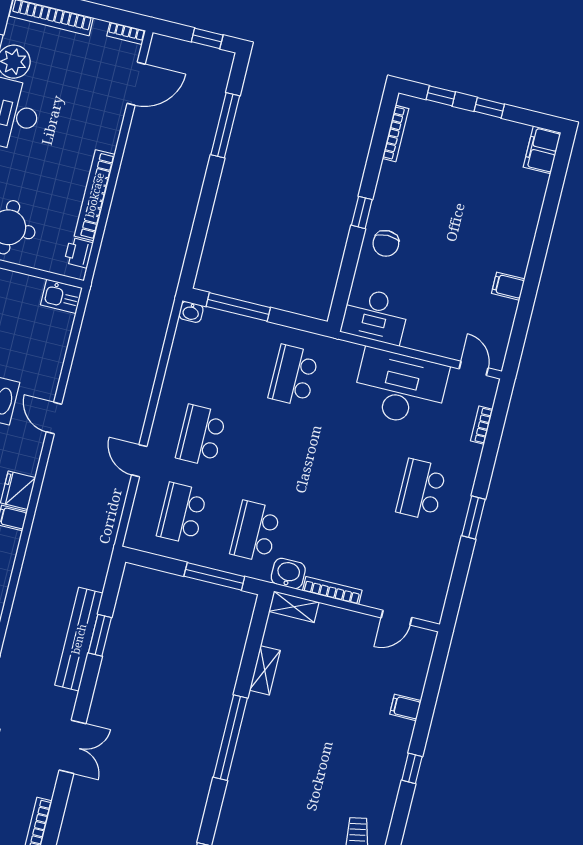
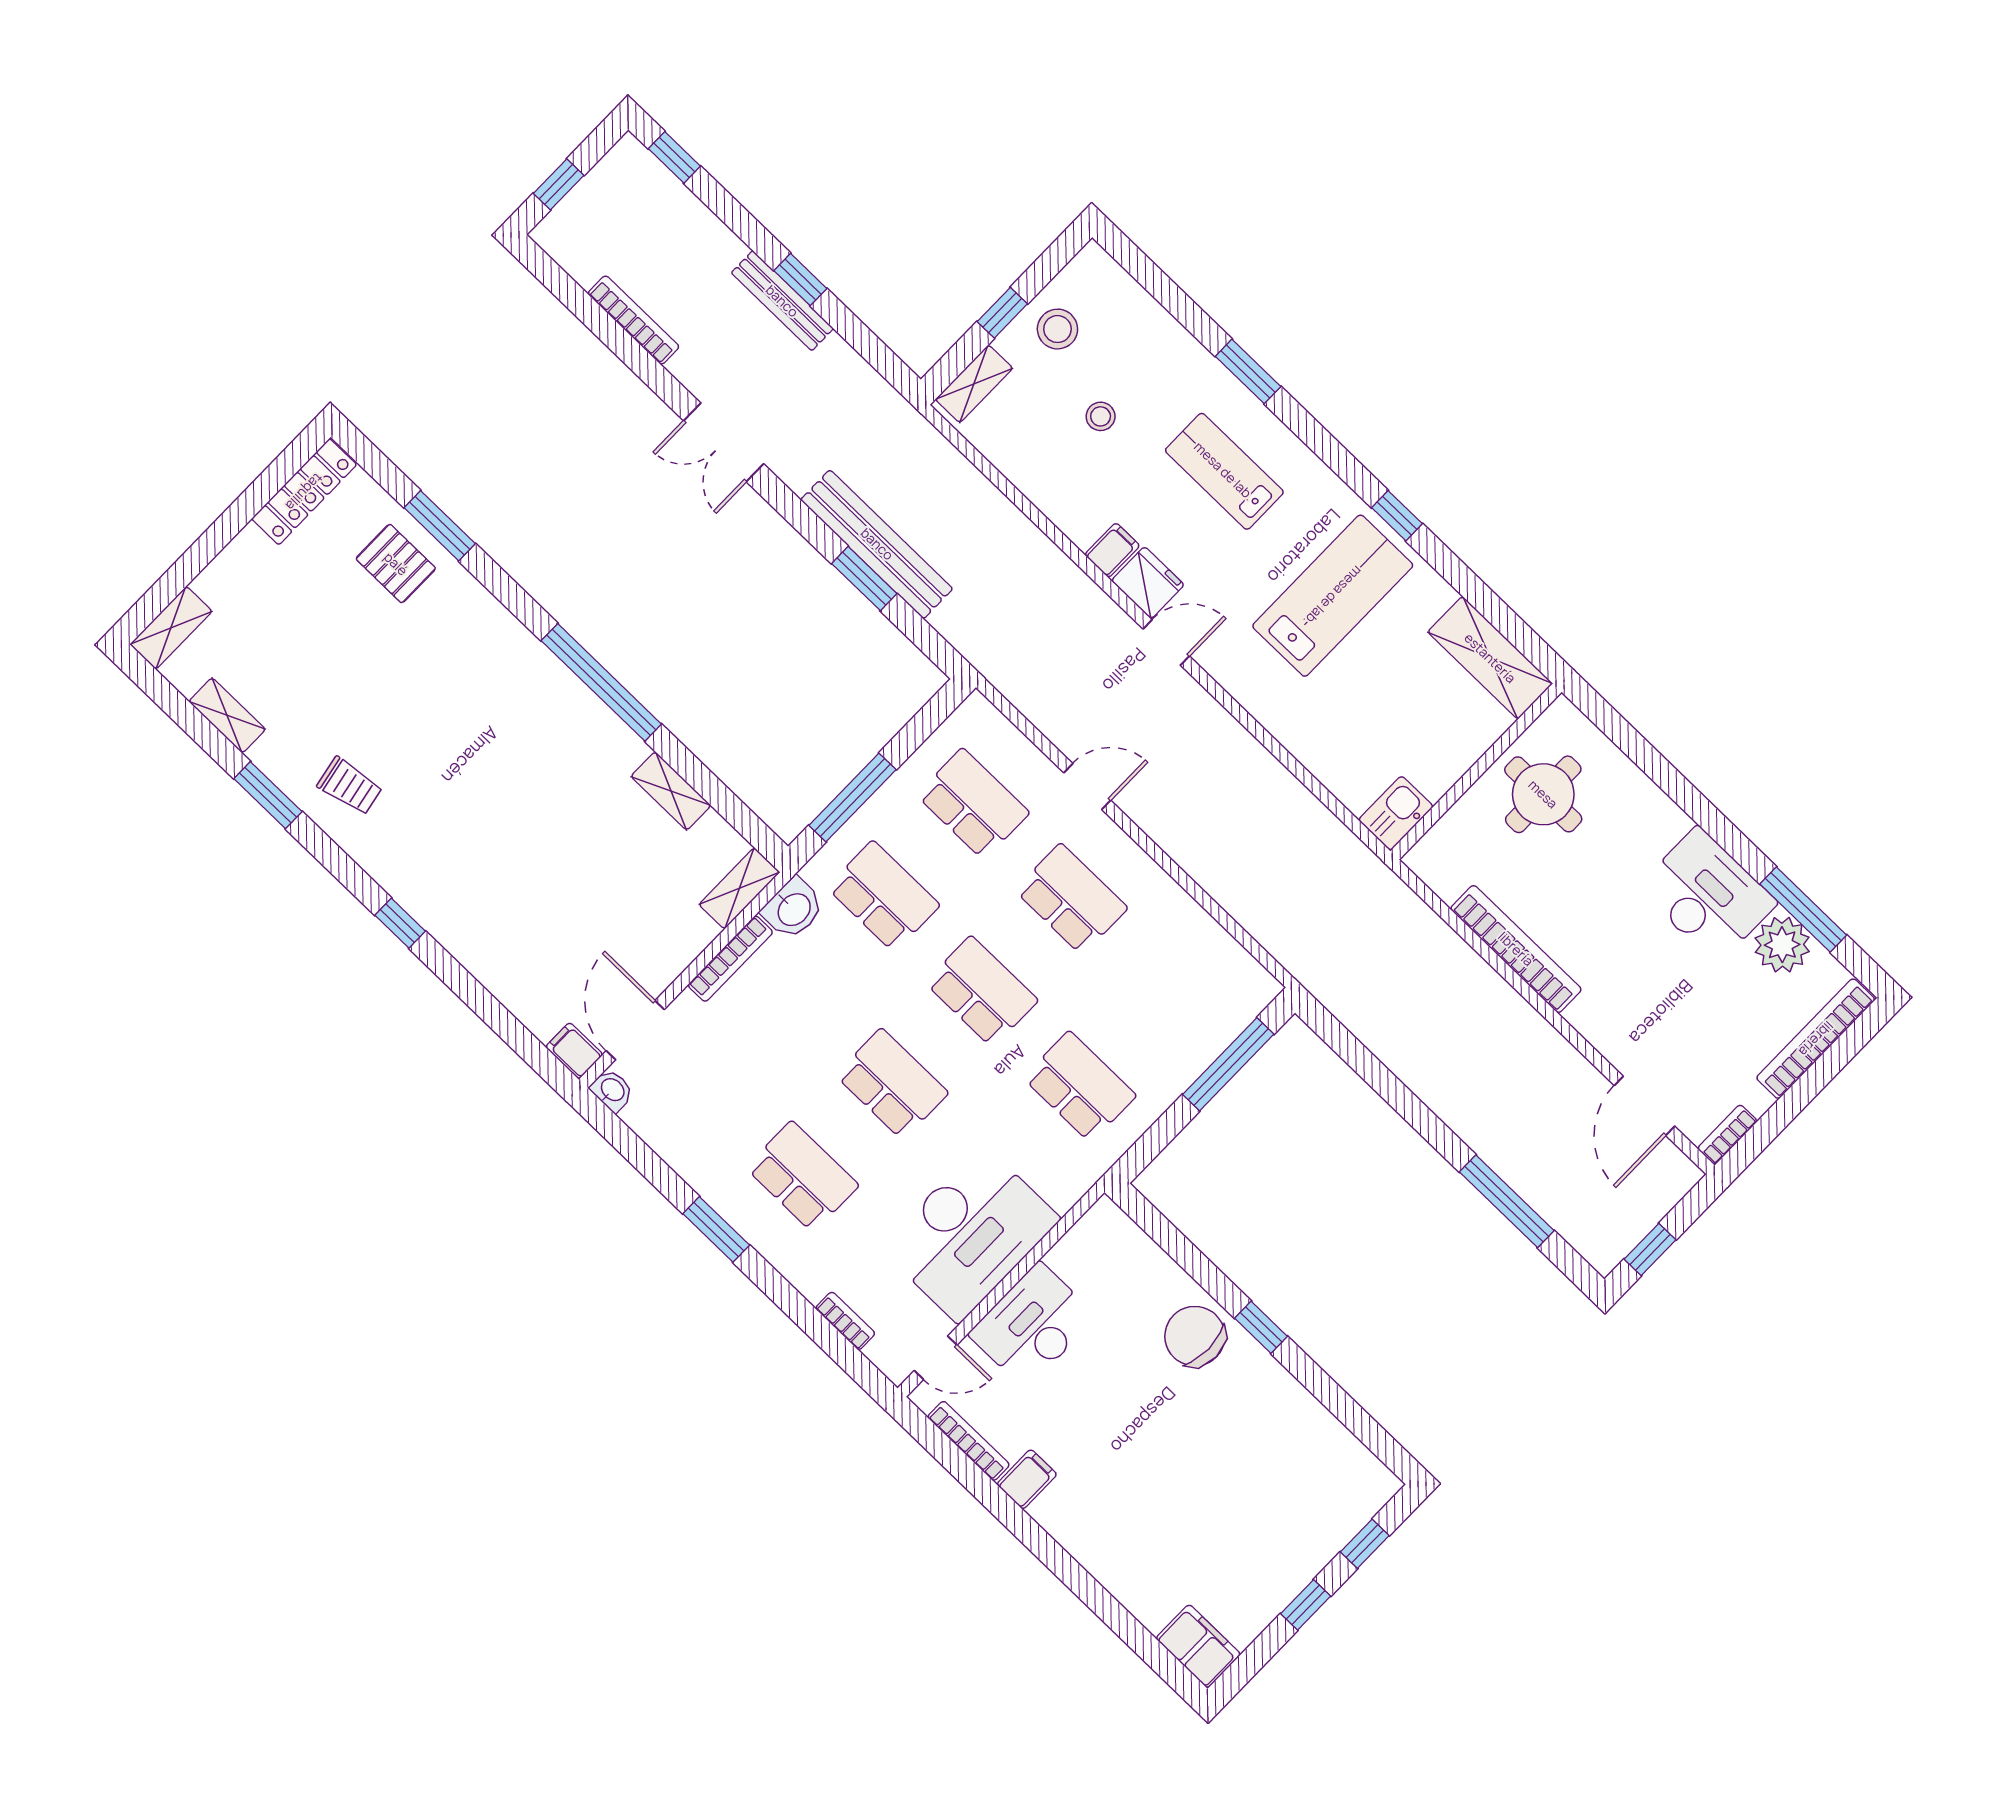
bookcase: (396, 133) -> (969, 1441), moved, turned 180
chair: (386, 243) -> (1195, 1336), width x1.37, depth x1.37
printer: (79, 253) -> (1445, 876), removed
washbasin: (191, 312) -> (612, 1090), moved, turned 90
desk: (375, 316) -> (1032, 1325), moved
door: (54, 418) -> (1166, 642), moved
school desk: (274, 453) -> (982, 992), added
school desk: (348, 472) -> (892, 1084), added
door: (397, 618) -> (635, 1030), width x1.38
filing cabinet: (405, 707) -> (574, 1051), moved, turned -90

